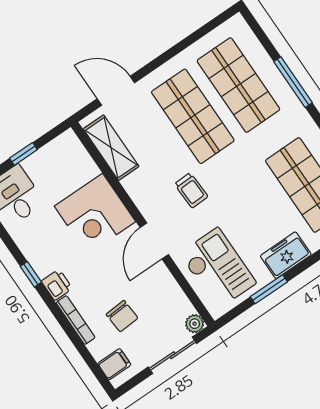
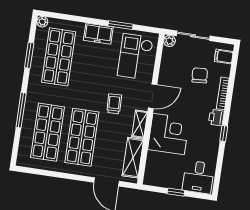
shelving: (139, 194) -> (140, 124), added

